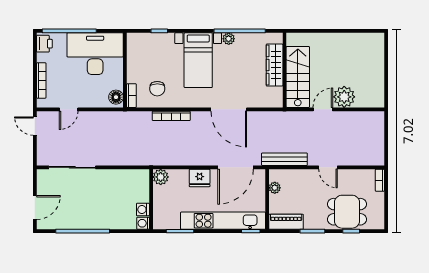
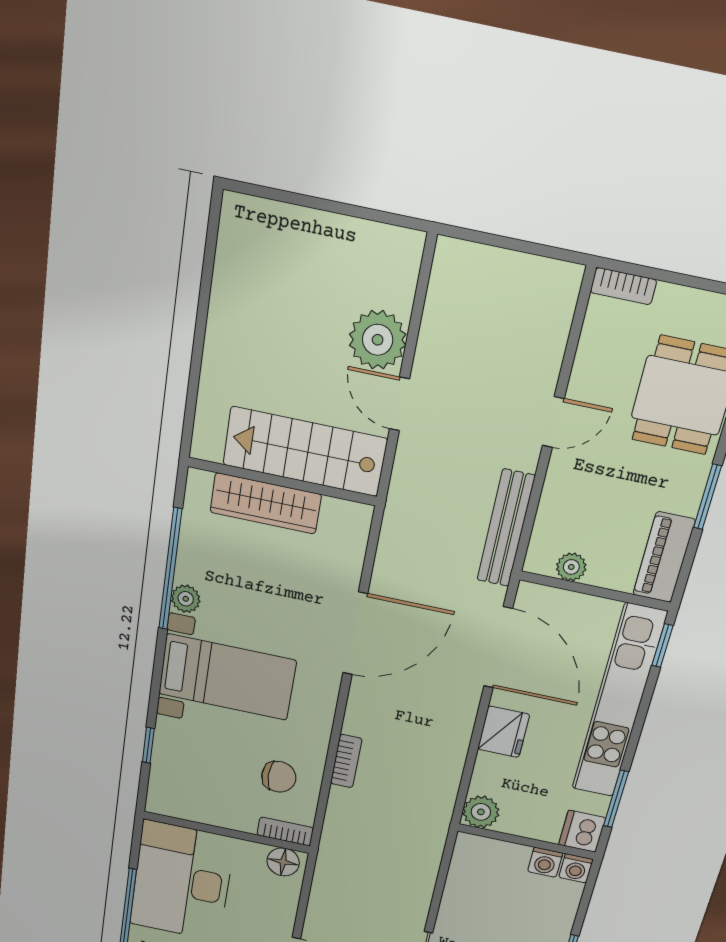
bookcase: (171, 116) -> (346, 761), width x0.64
dishwasher: (162, 221) -> (582, 831), added

